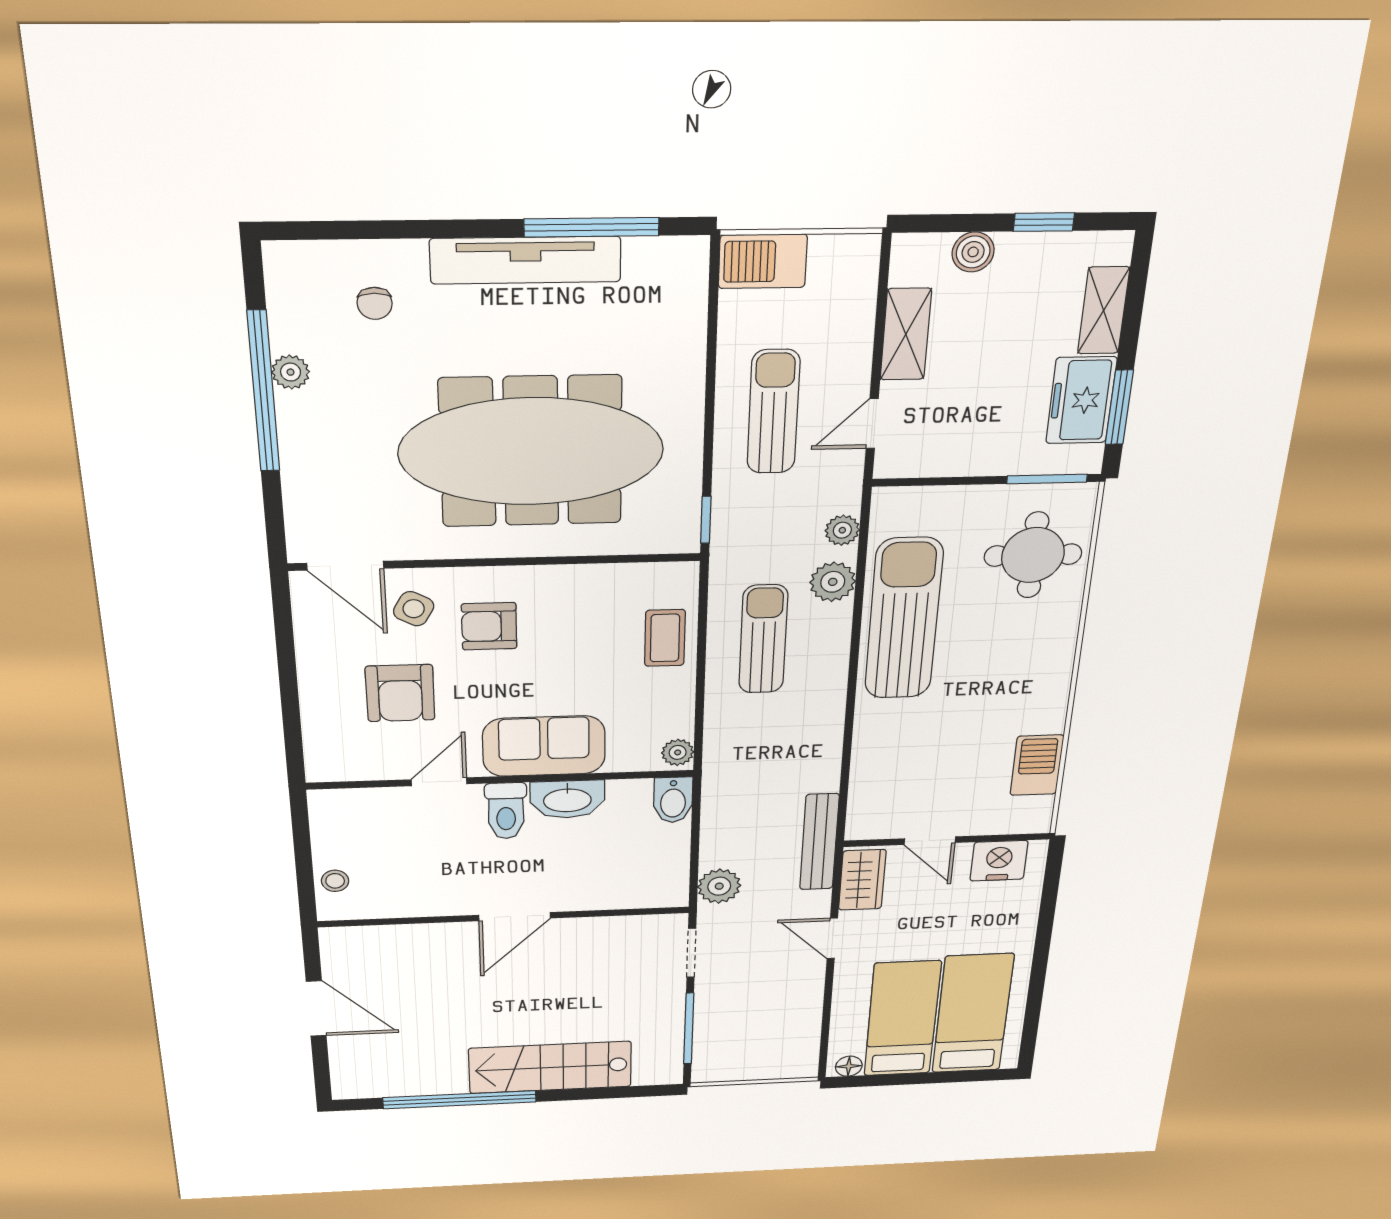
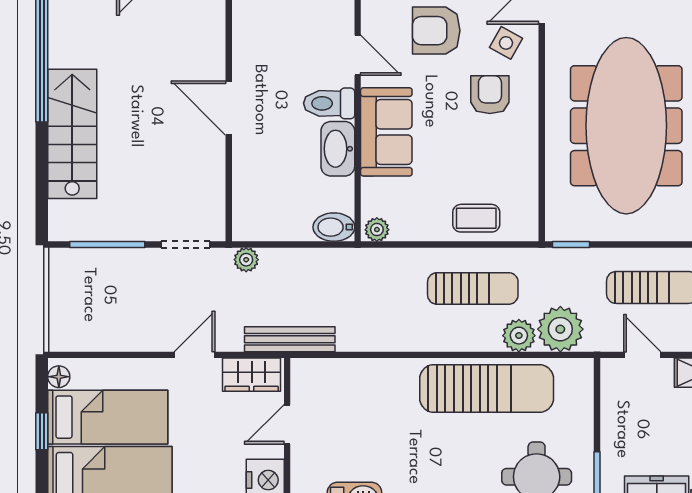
plant: (842, 530) -> (560, 329), width x1.87, depth x1.87
plant: (719, 886) -> (246, 260), width x0.73, depth x0.73
window: (913, 1079) -> (42, 431), added

